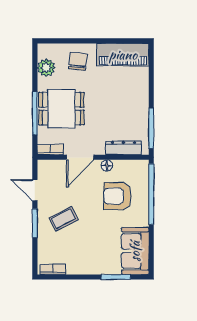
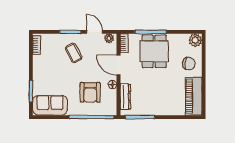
plant: (46, 68) -> (195, 40), moved
plant: (44, 170) -> (109, 38), added
door: (35, 190) -> (94, 32), hinge flipped
armchair: (117, 196) -> (90, 92), turned 180

